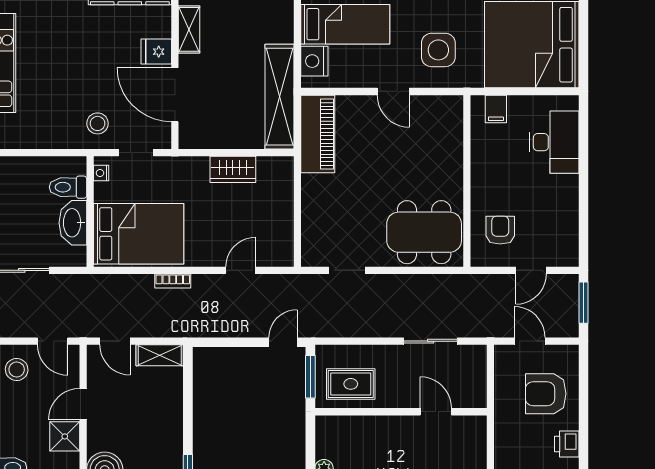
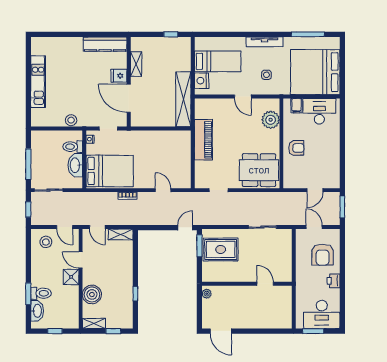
side table: (438, 50) -> (266, 75), width x0.54, depth x0.54
stool: (97, 123) -> (71, 120), moved
piano: (318, 134) -> (203, 140), moved
plant: (446, 136) -> (271, 120), added
desk: (554, 142) -> (319, 111), moved, turned -90
wardrobe: (233, 169) -> (159, 137), removed
armchair: (500, 230) -> (296, 148), moved, turned 90
door: (241, 270) -> (163, 190), hinge flipped
rug: (351, 384) -> (221, 249), width x1.36, depth x1.43
armchair: (546, 394) -> (323, 255), turned -90
door: (83, 404) -> (81, 260), hinge flipped
wall: (401, 412) -> (247, 284), moved
door: (436, 412) -> (265, 284), moved

